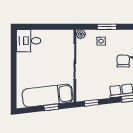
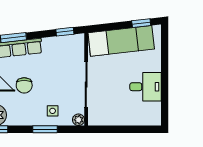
desk: (29, 41) -> (145, 87), moved
window: (51, 107) -> (141, 23), moved

